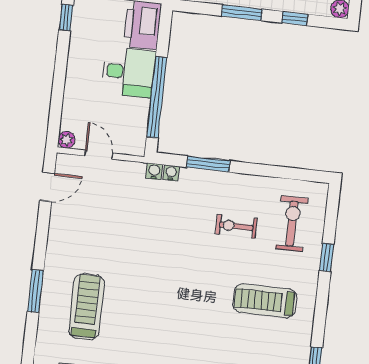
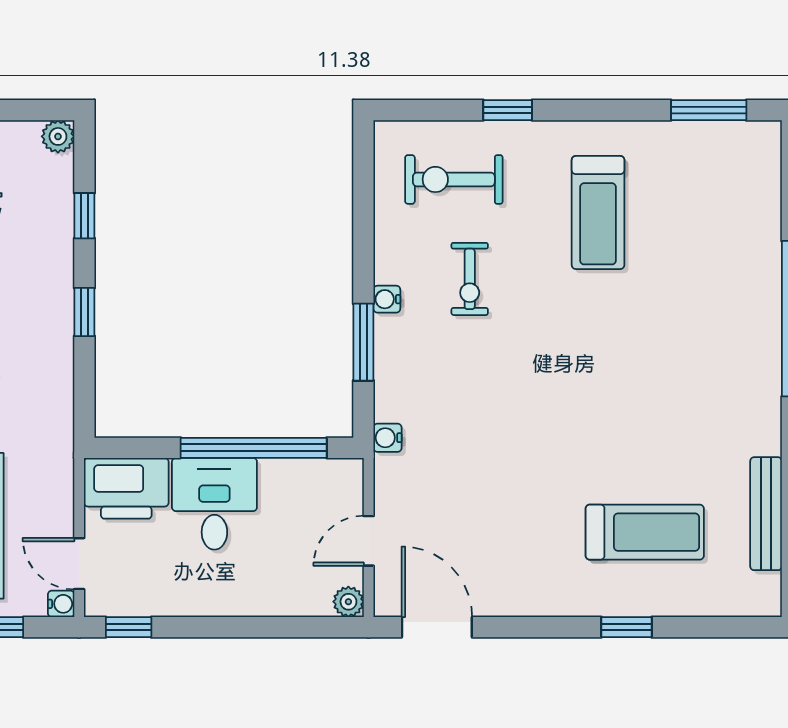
window: (242, 13) -> (84, 312), width x0.67
water cooler: (171, 173) -> (387, 299), moved
door: (47, 187) -> (437, 627), width x1.37
window: (35, 291) -> (627, 627), width x0.67
treadmill: (86, 307) -> (645, 532), turned 180

